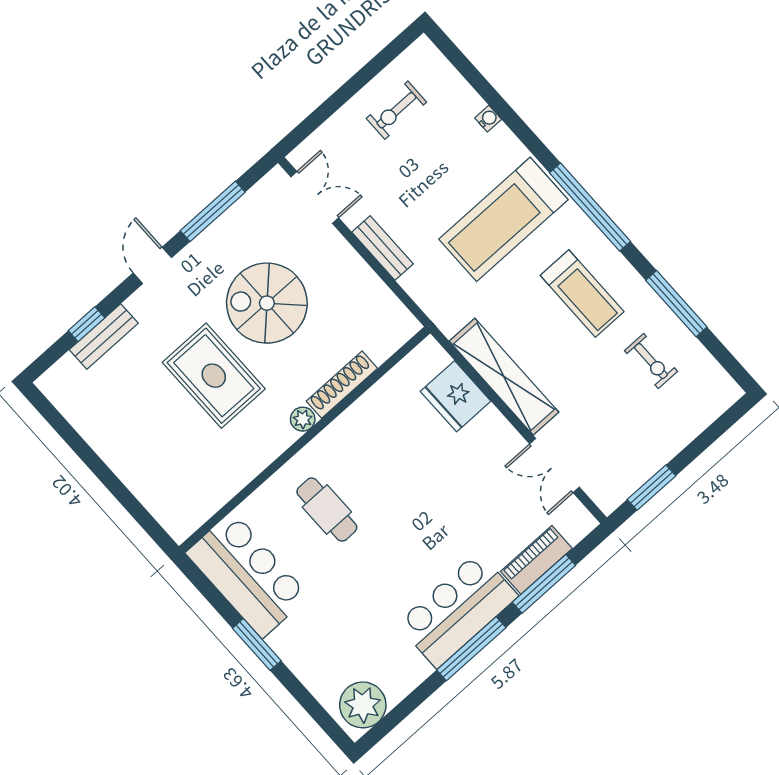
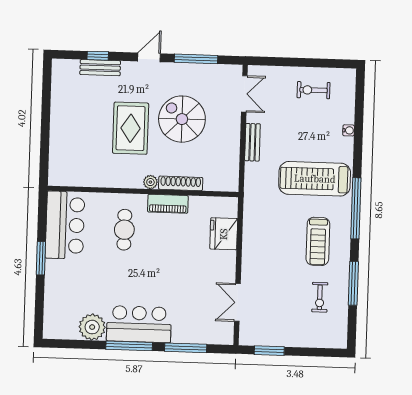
shelving: (504, 377) -> (252, 245), removed
piano: (536, 560) -> (168, 204), moved, turned 180
plant: (363, 705) -> (92, 327), moved

